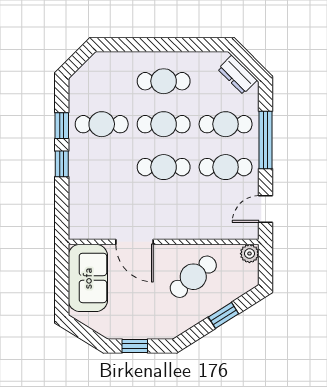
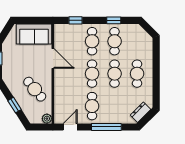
cafe table: (226, 124) -> (92, 41), moved
window: (62, 164) -> (76, 20), moved
door: (265, 209) -> (70, 127), hinge flipped
door: (135, 242) -> (53, 58), swing flipped

